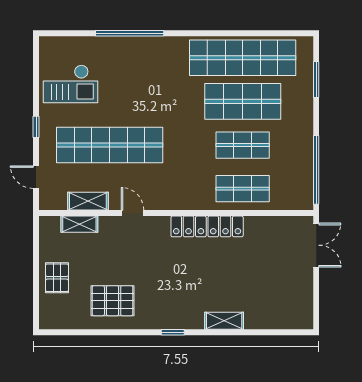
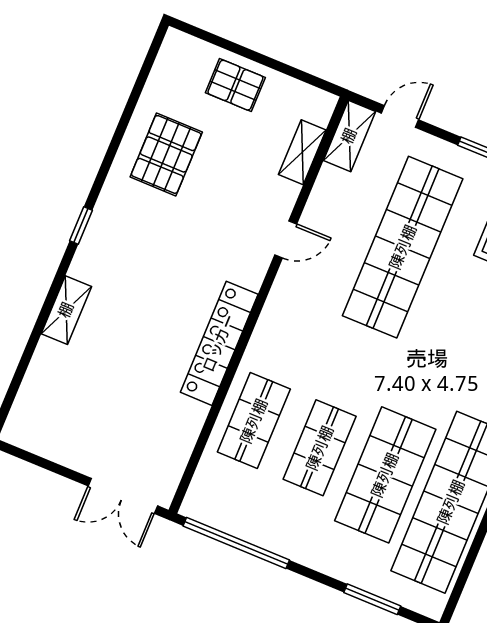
shelving: (88, 201) -> (349, 136), moved

